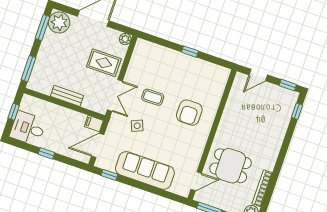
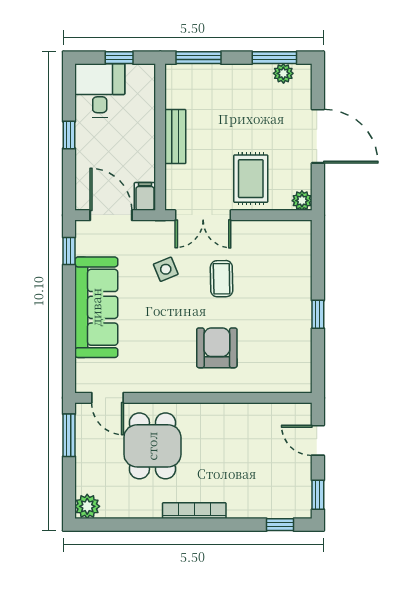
plant: (59, 22) -> (283, 73), width x0.53, depth x0.53
armchair: (189, 113) -> (217, 348), turned 90
bookcase: (262, 188) -> (194, 511), moved

